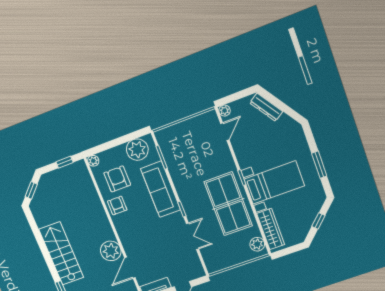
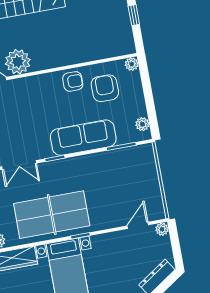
door: (225, 132) -> (138, 225), swing flipped
plant: (137, 150) -> (142, 124), width x0.53, depth x0.53
window: (65, 162) -> (134, 15), moved
armchair: (117, 179) -> (105, 88), turned -90

